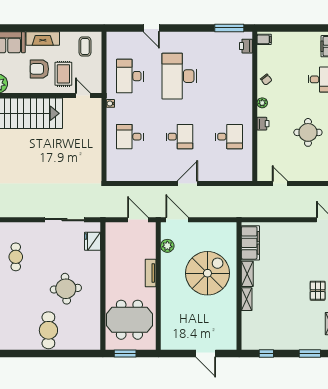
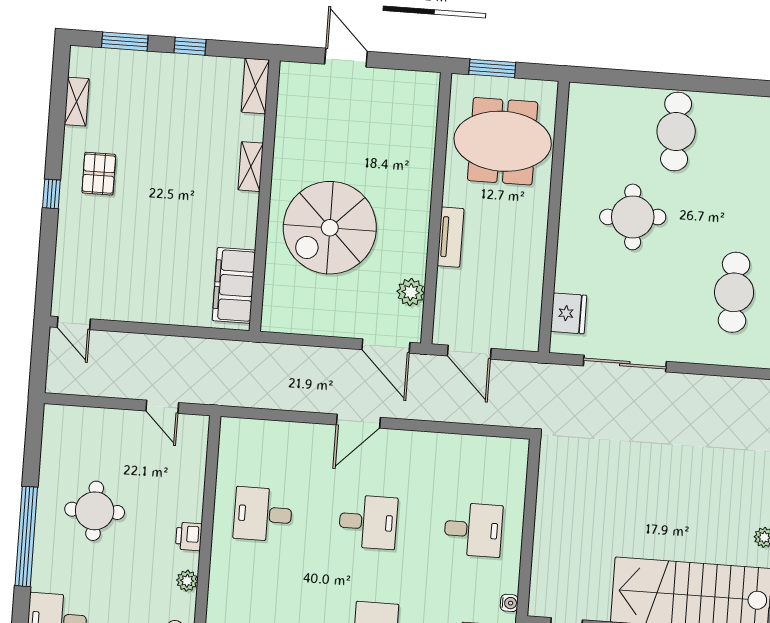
desk: (179, 137) -> (368, 522), turned 180
cafe table: (16, 257) -> (734, 292), width x1.37, depth x1.35
shelving: (247, 274) -> (255, 86), moved
window: (125, 354) -> (492, 68), moved
window: (266, 354) -> (190, 46), moved

